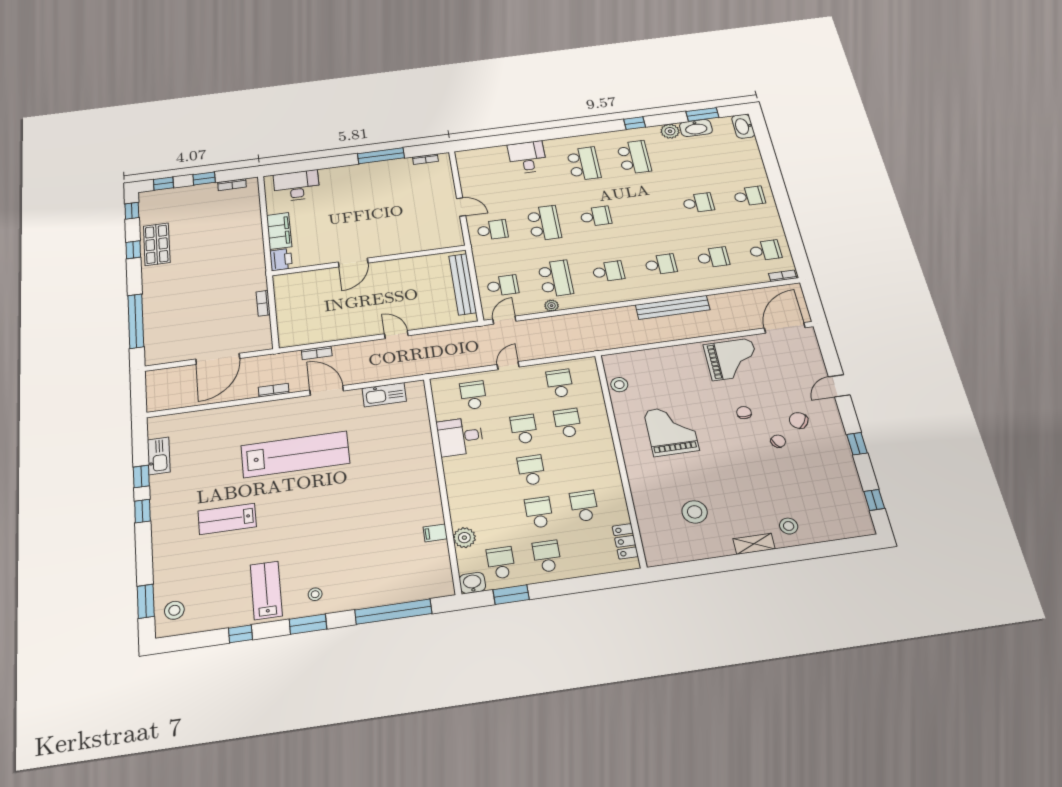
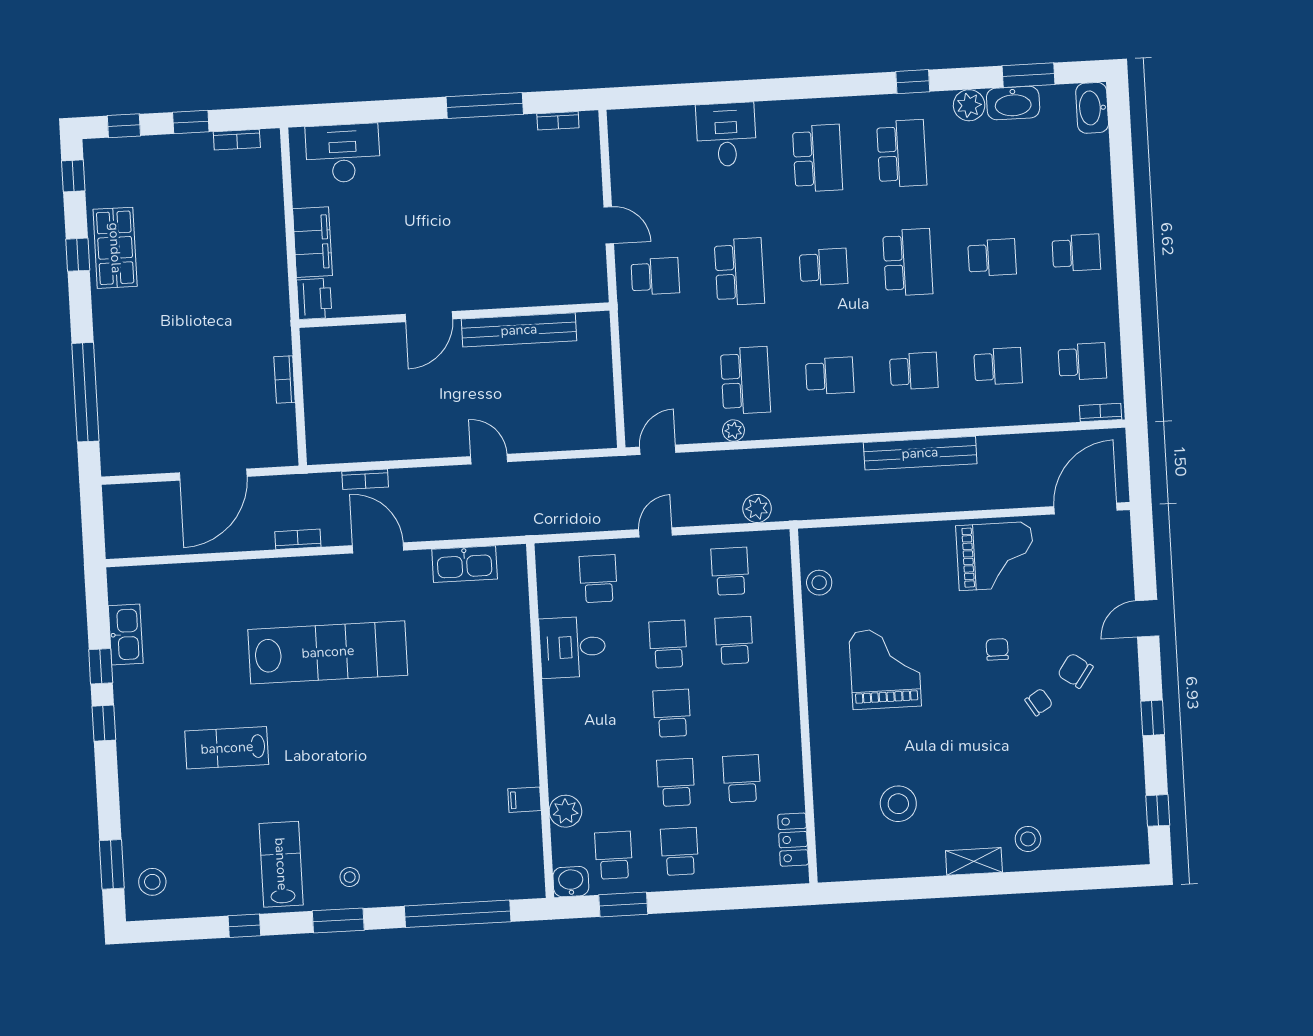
bench: (463, 284) -> (519, 330), moved, turned 90
school desk: (503, 286) -> (908, 262), moved, width x1.85
plant: (572, 347) -> (757, 508), added

